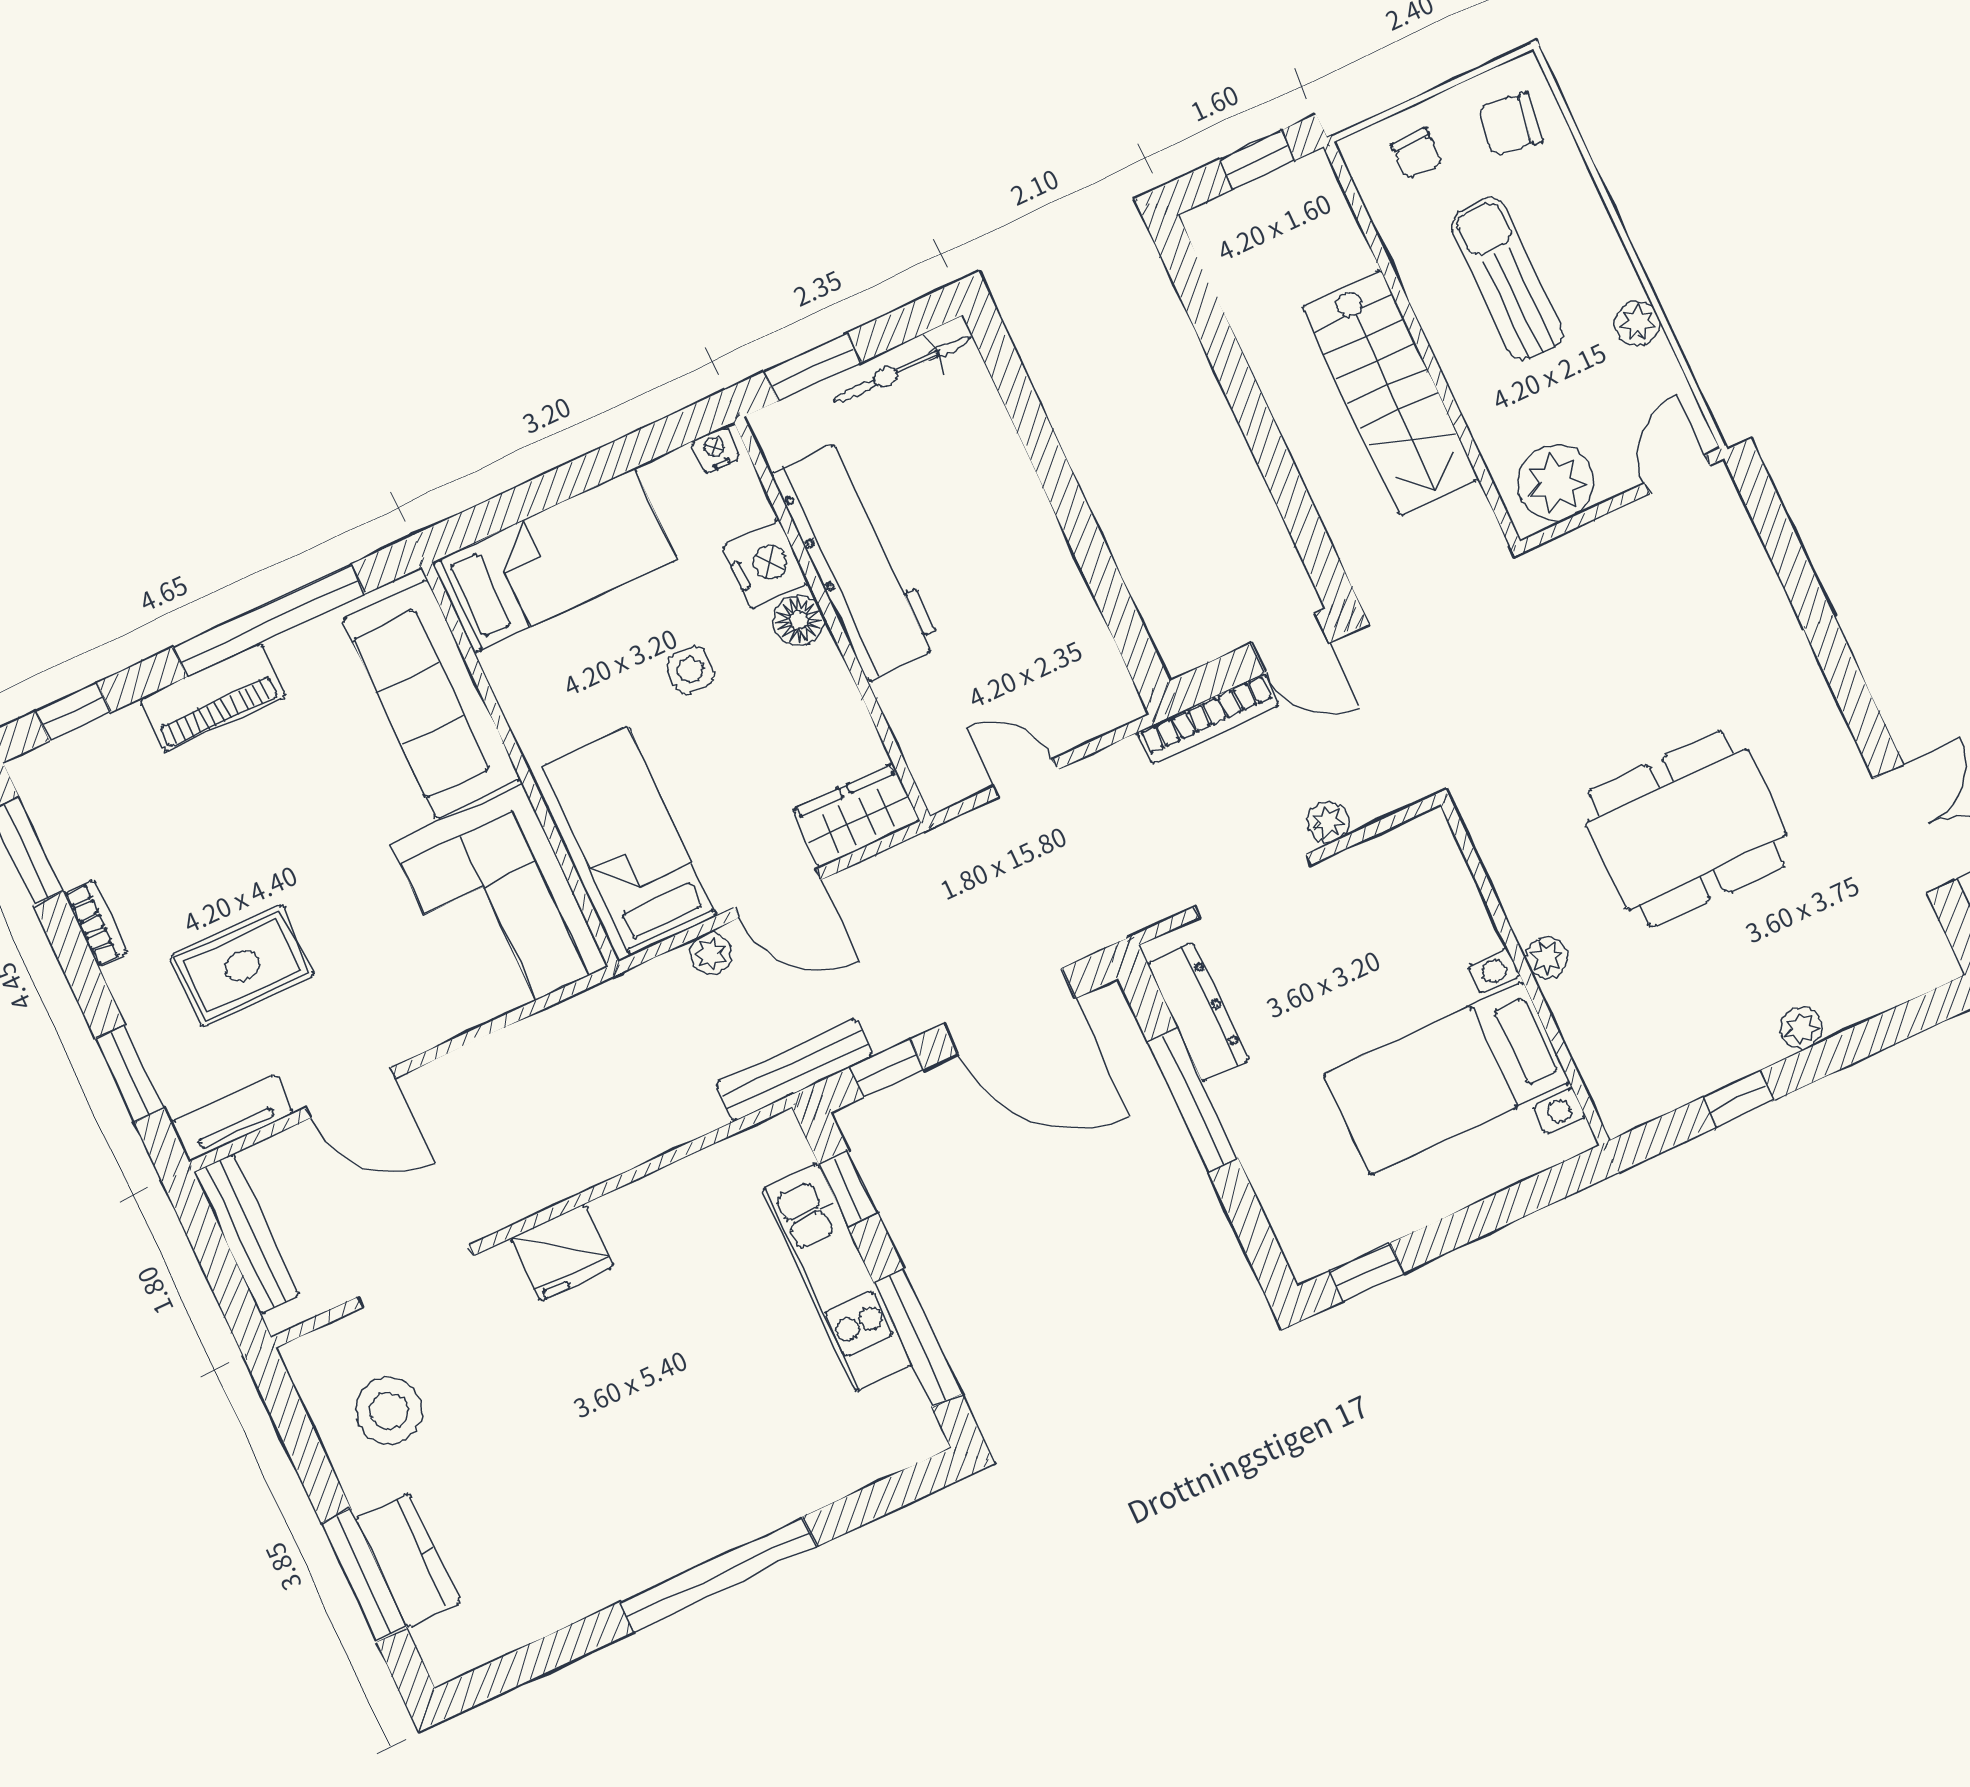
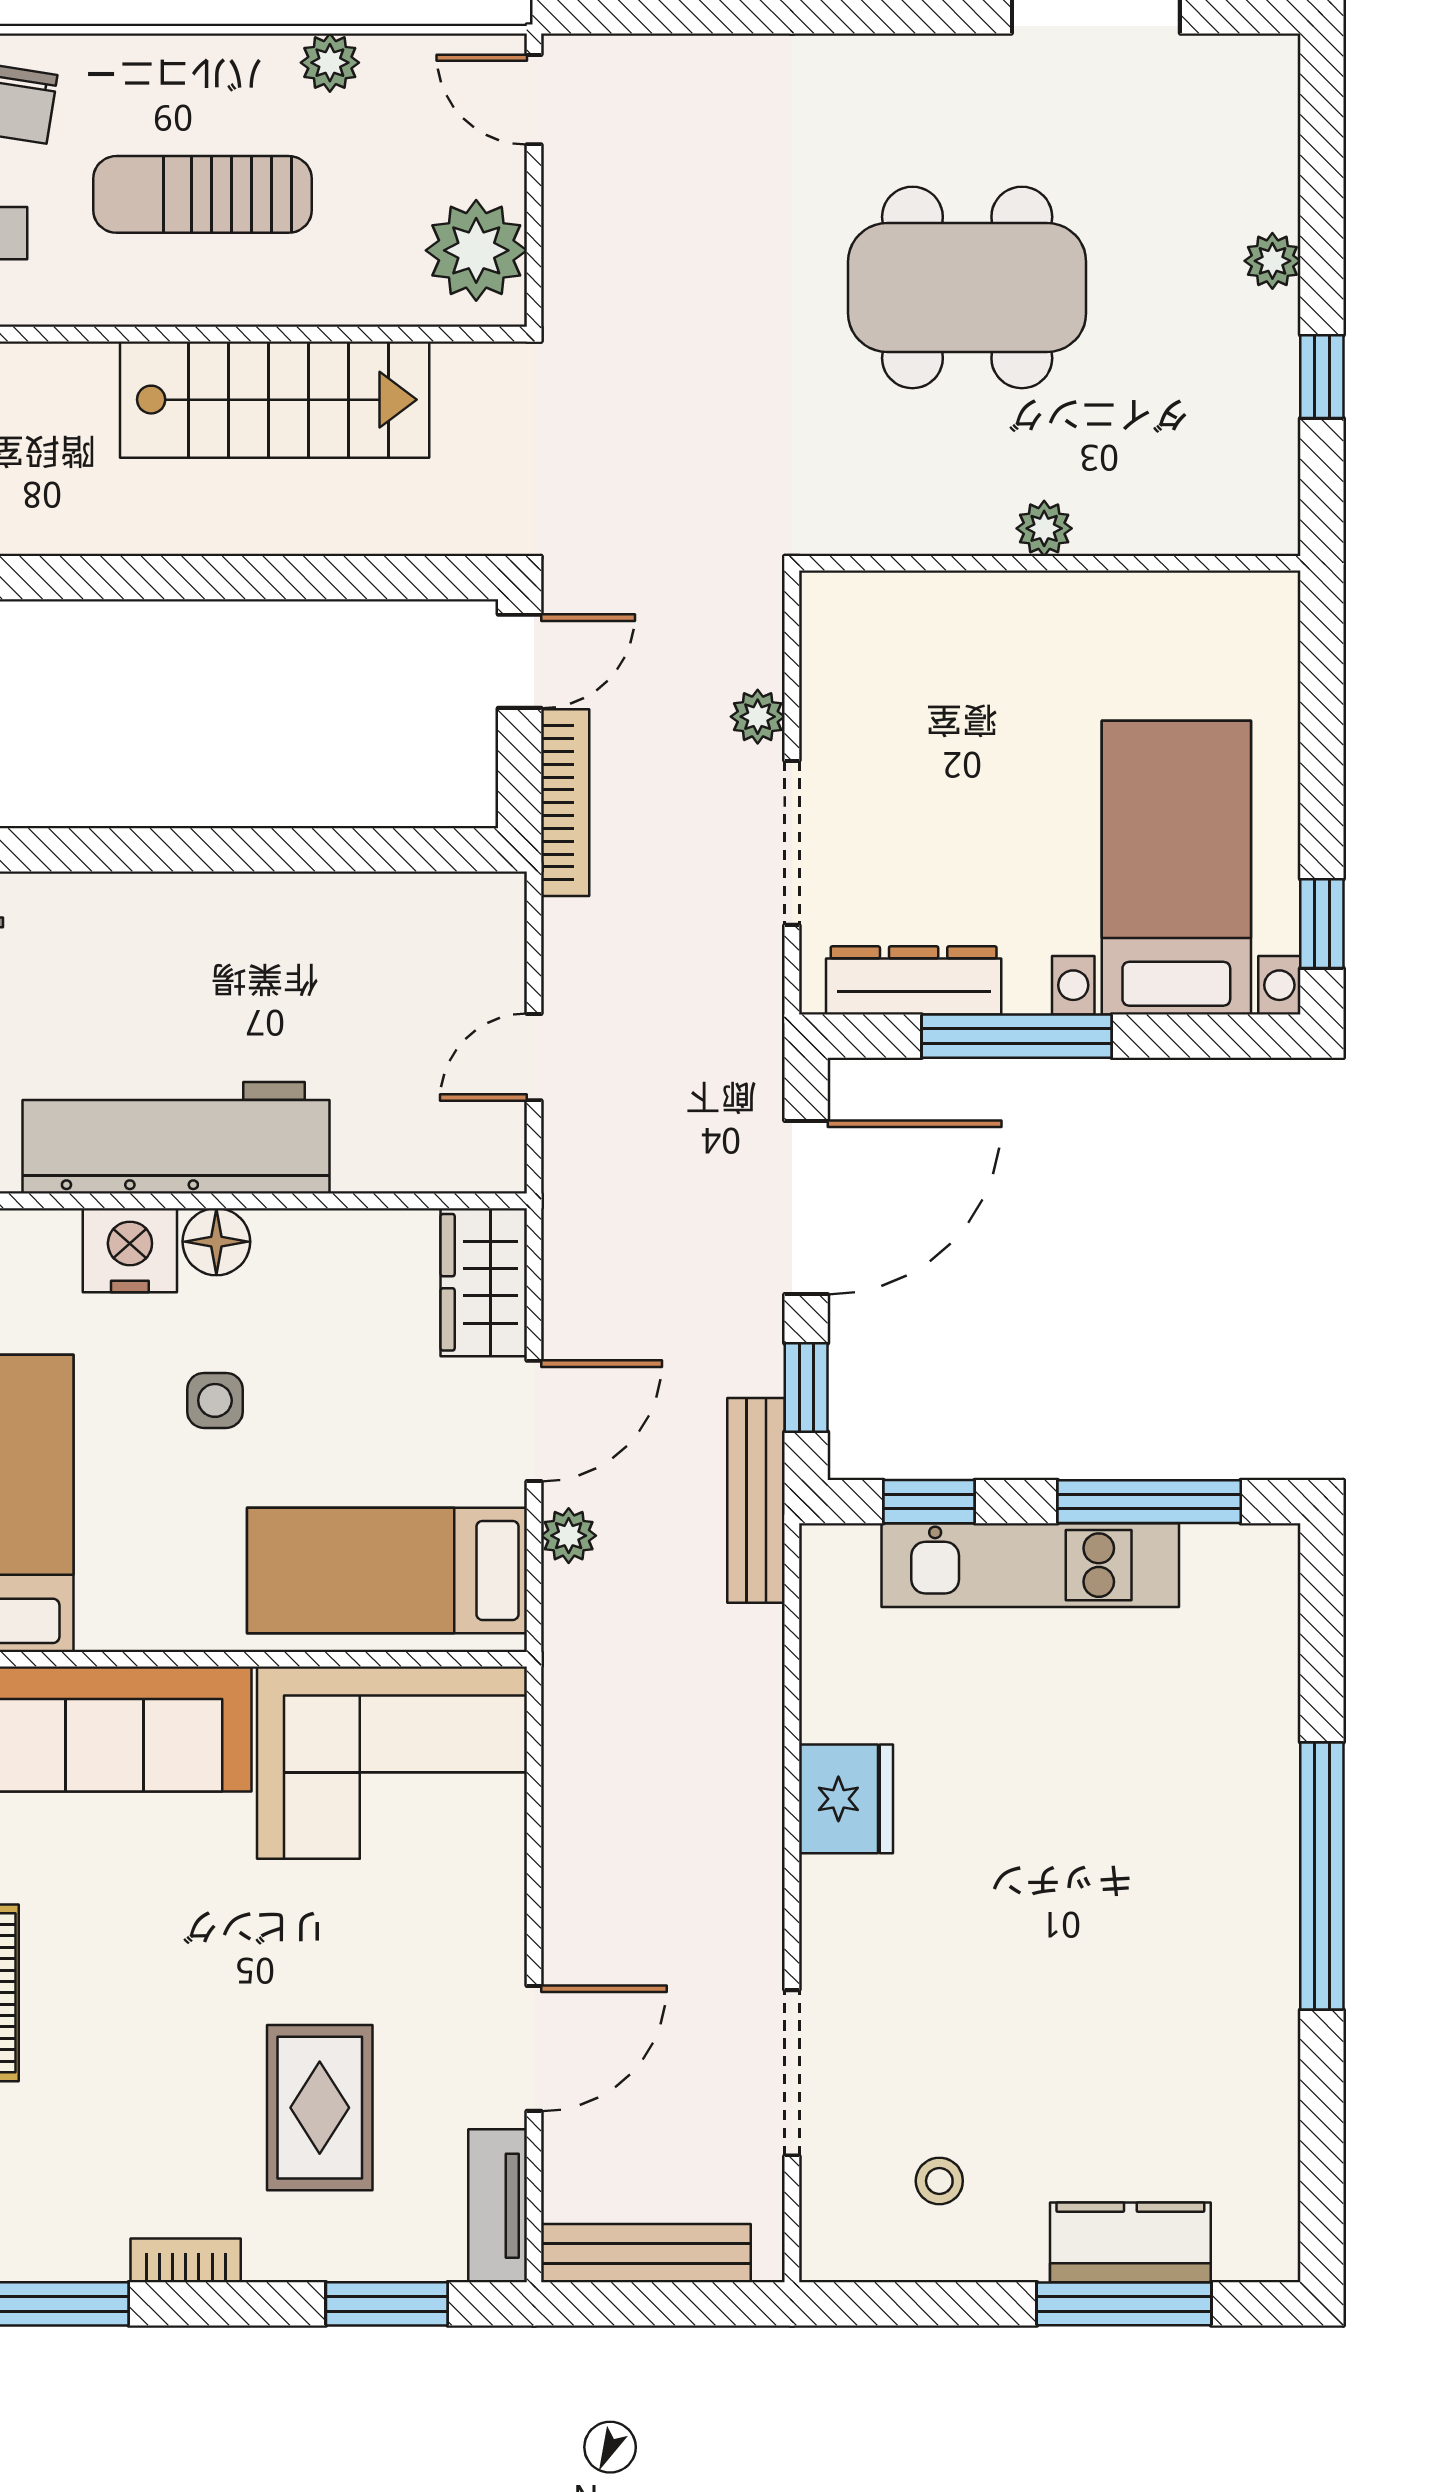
dining table: (1687, 829) -> (967, 287), turned 90
bed with nightstands: (1447, 1078) -> (1176, 868), moved, turned 180
fridge: (562, 1253) -> (846, 1799), moved
stool: (389, 1411) -> (939, 2181), width x0.53, depth x0.53

